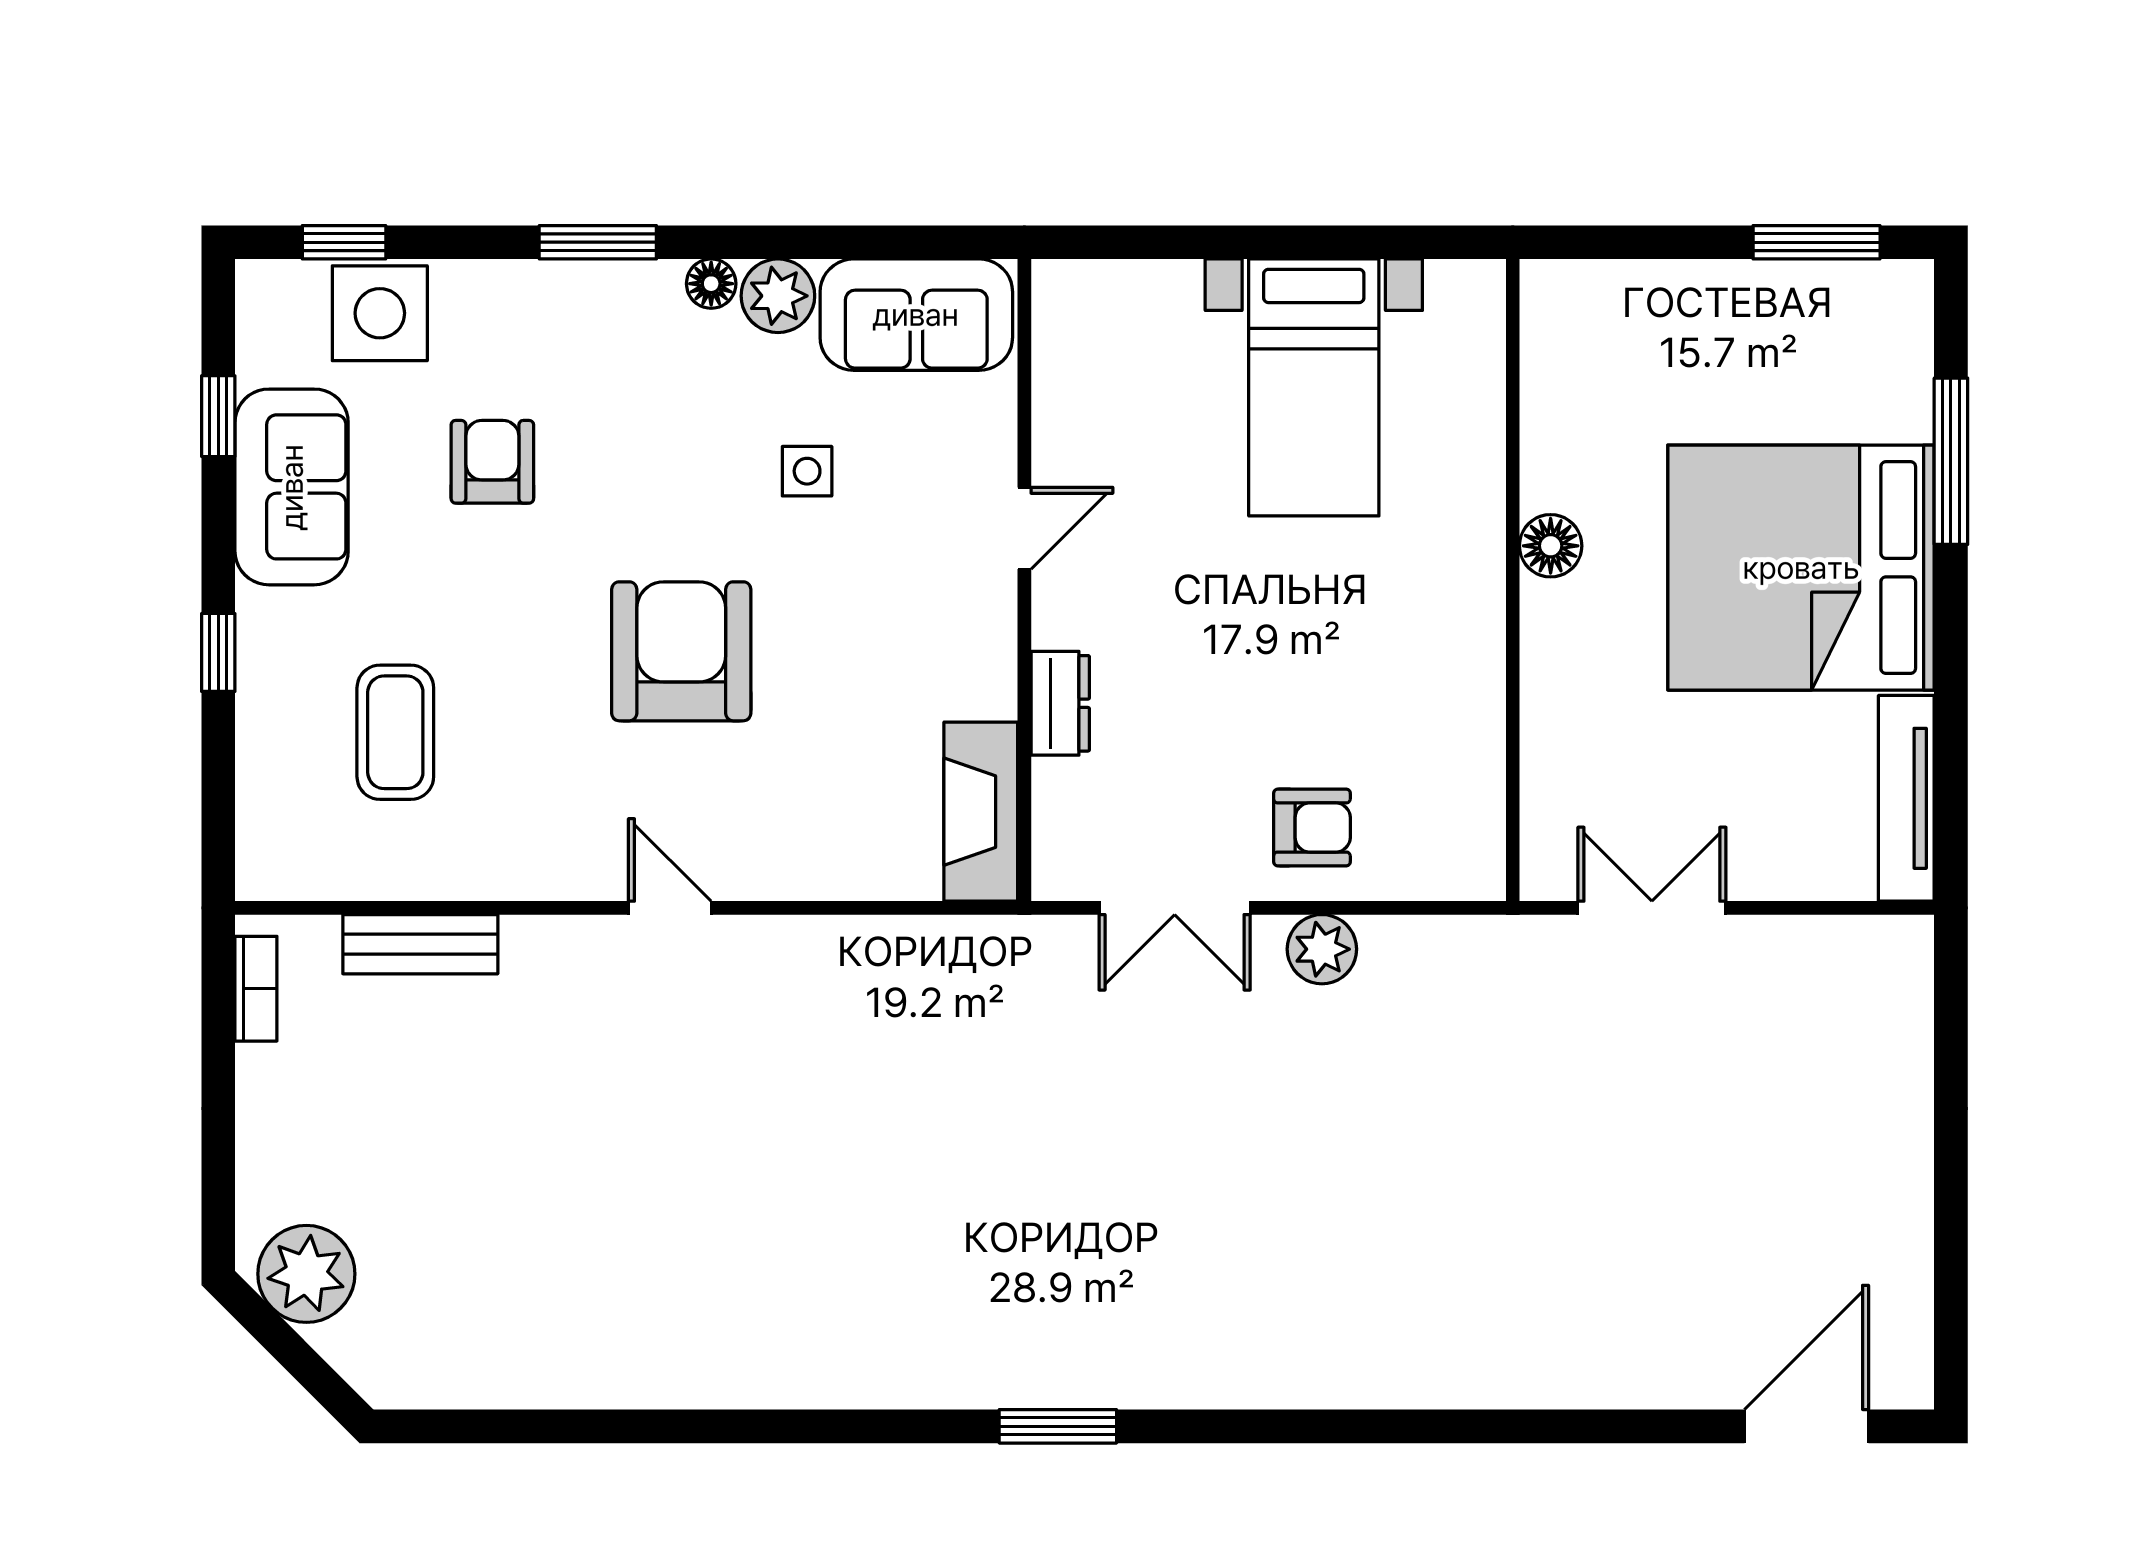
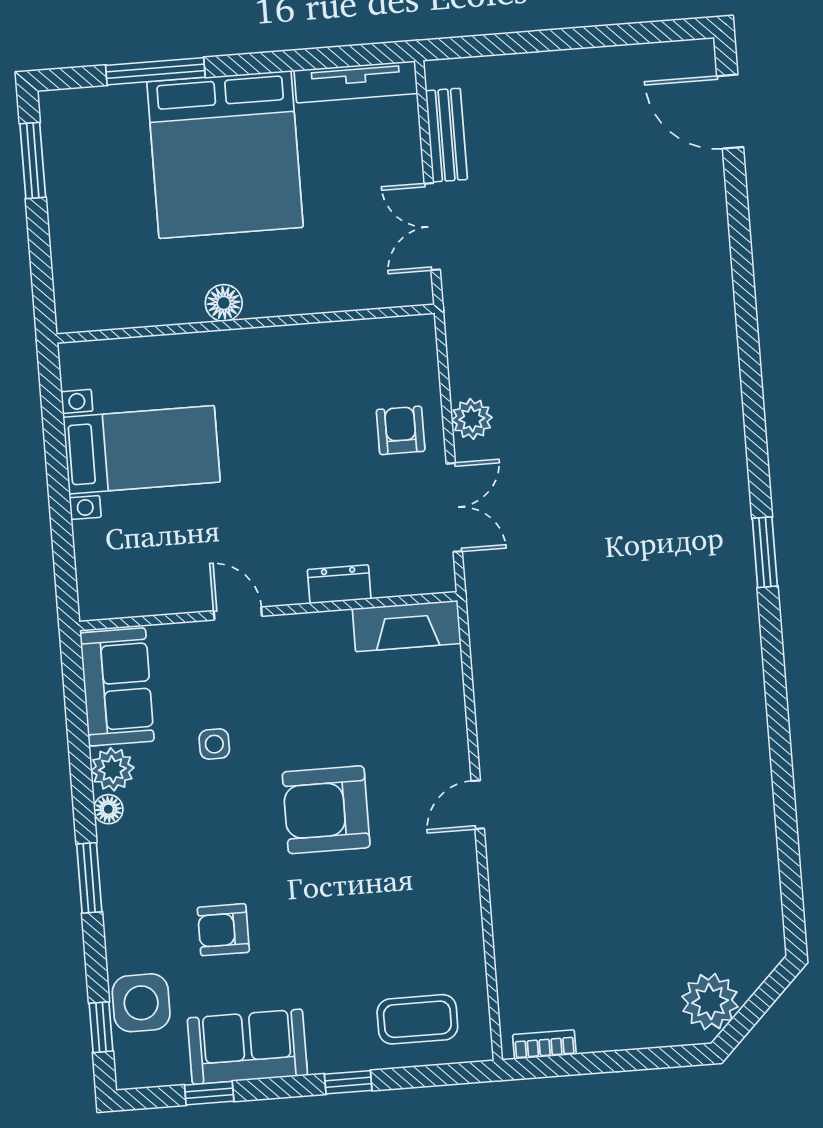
coffee table: (395, 732) -> (417, 1019), moved
bench: (420, 944) -> (446, 135), moved

